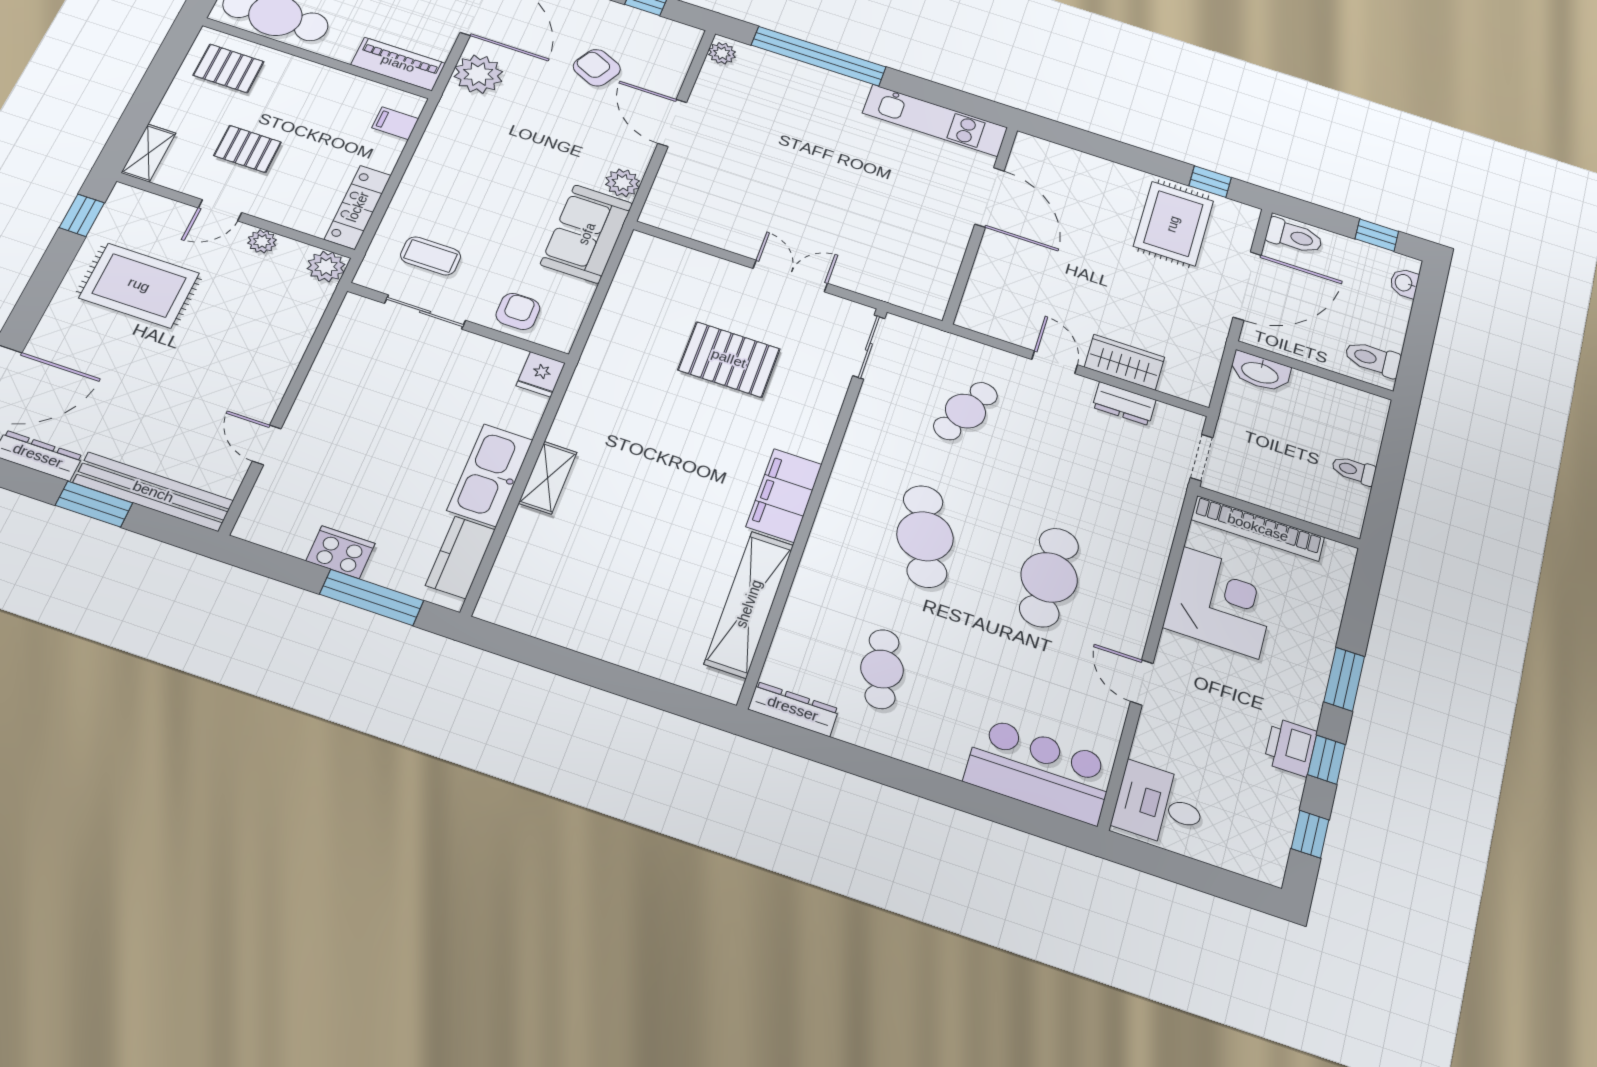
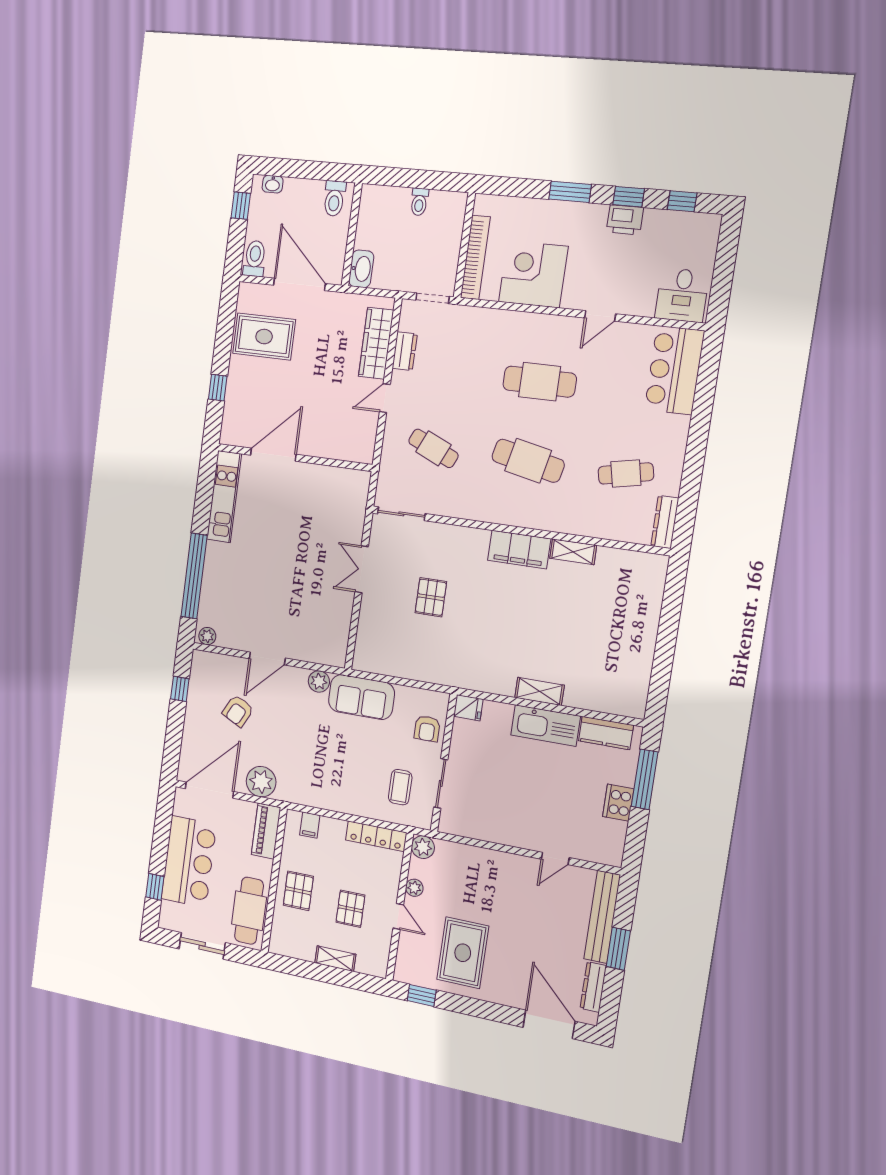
pallet: (229, 68) -> (298, 891), moved
shelving: (149, 153) -> (335, 959), moved
window: (1210, 182) -> (218, 388), moved
armchair: (518, 311) -> (427, 729), turned -90
pallet: (729, 359) -> (431, 597), width x0.67, depth x0.71
wardrobe: (1124, 362) -> (376, 343), width x1.50
cafe table: (925, 536) -> (528, 461), turned 30
shelving: (749, 604) -> (573, 552), width x0.45, depth x0.75

